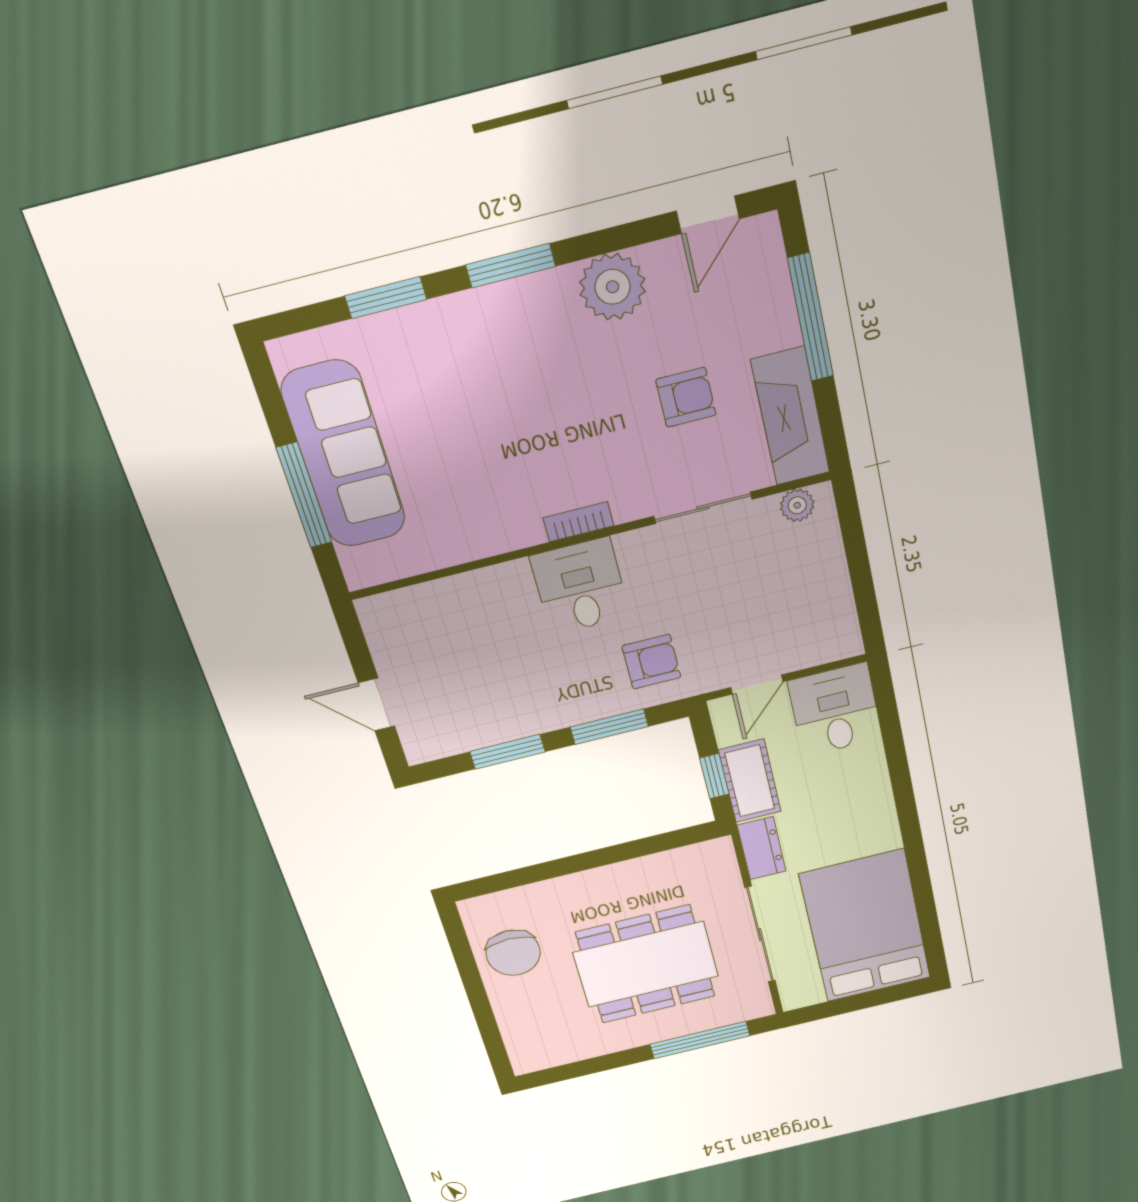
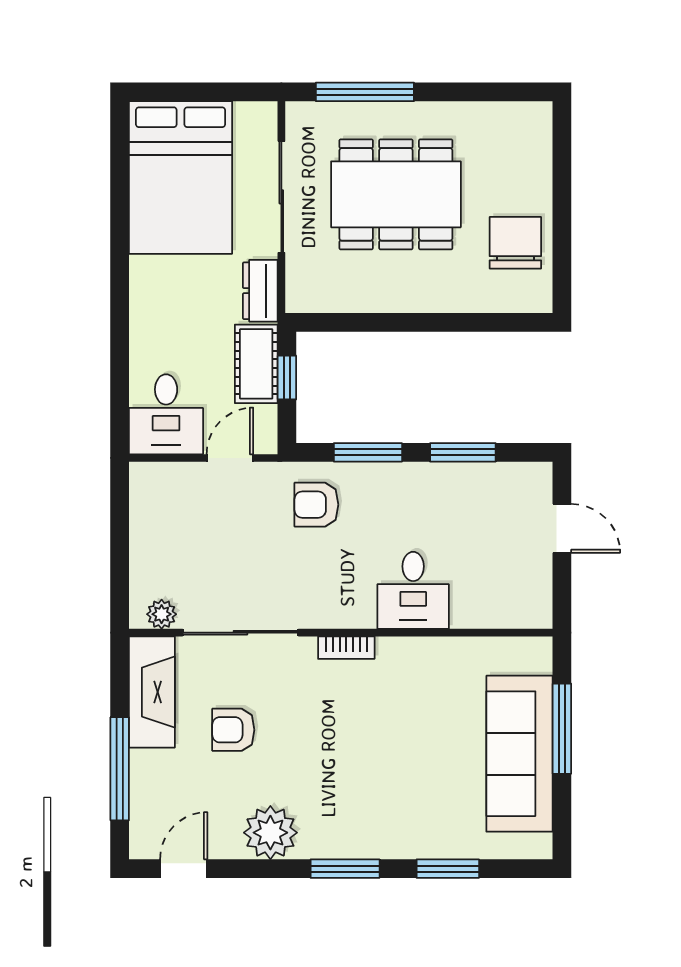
sliding door: (703, 508) -> (241, 633), width x1.37
desk: (580, 586) -> (413, 590), moved

